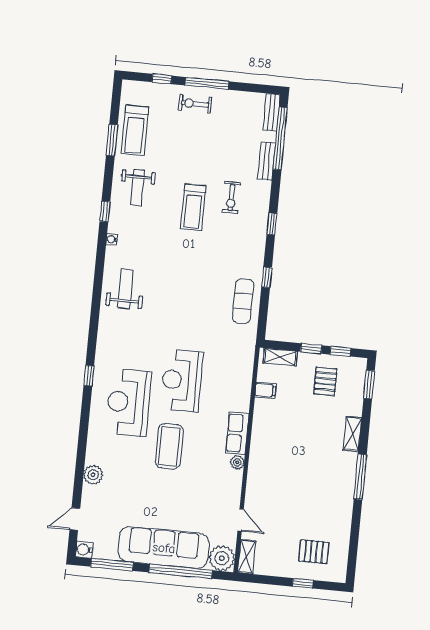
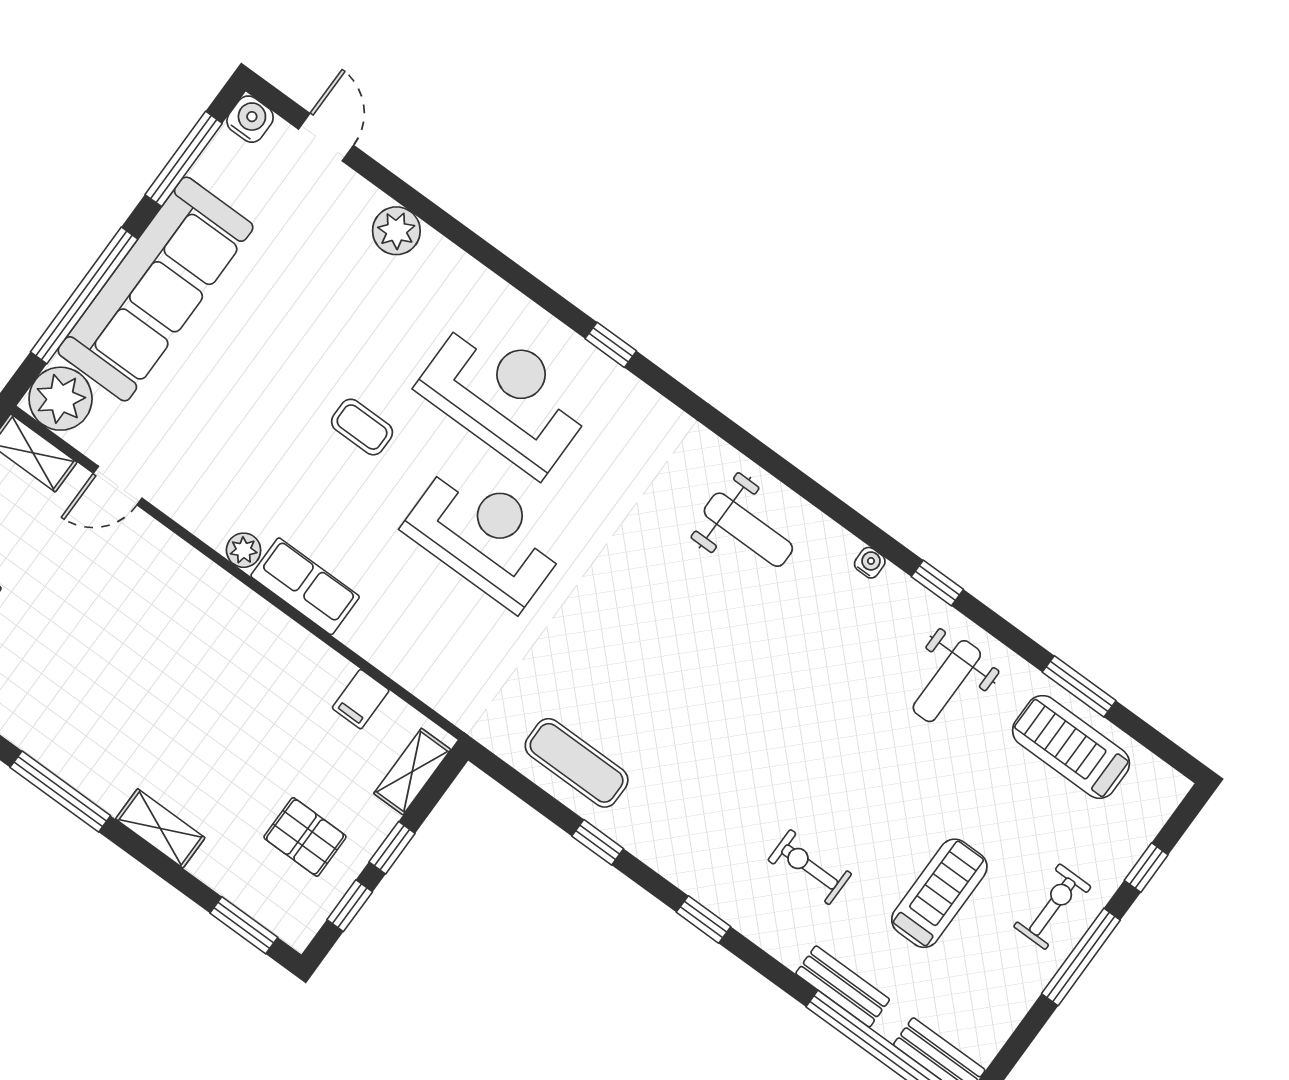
weight bench: (137, 188) -> (947, 681), turned -90
treadmill: (193, 207) -> (939, 893), moved, turned 90
coffee table: (169, 446) -> (362, 427), width x0.54, depth x0.58

